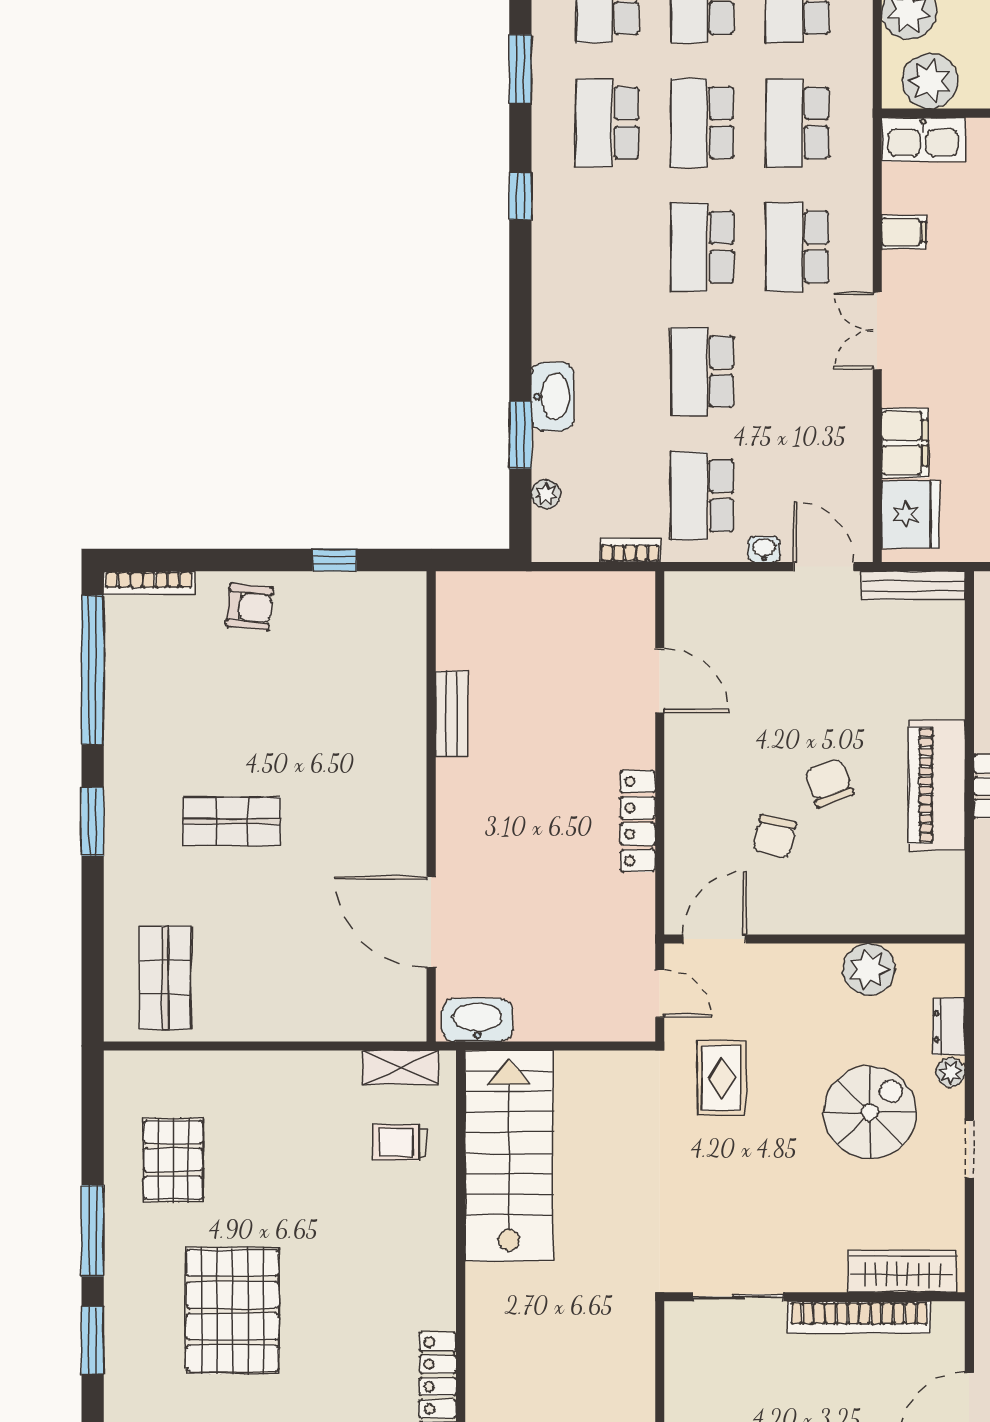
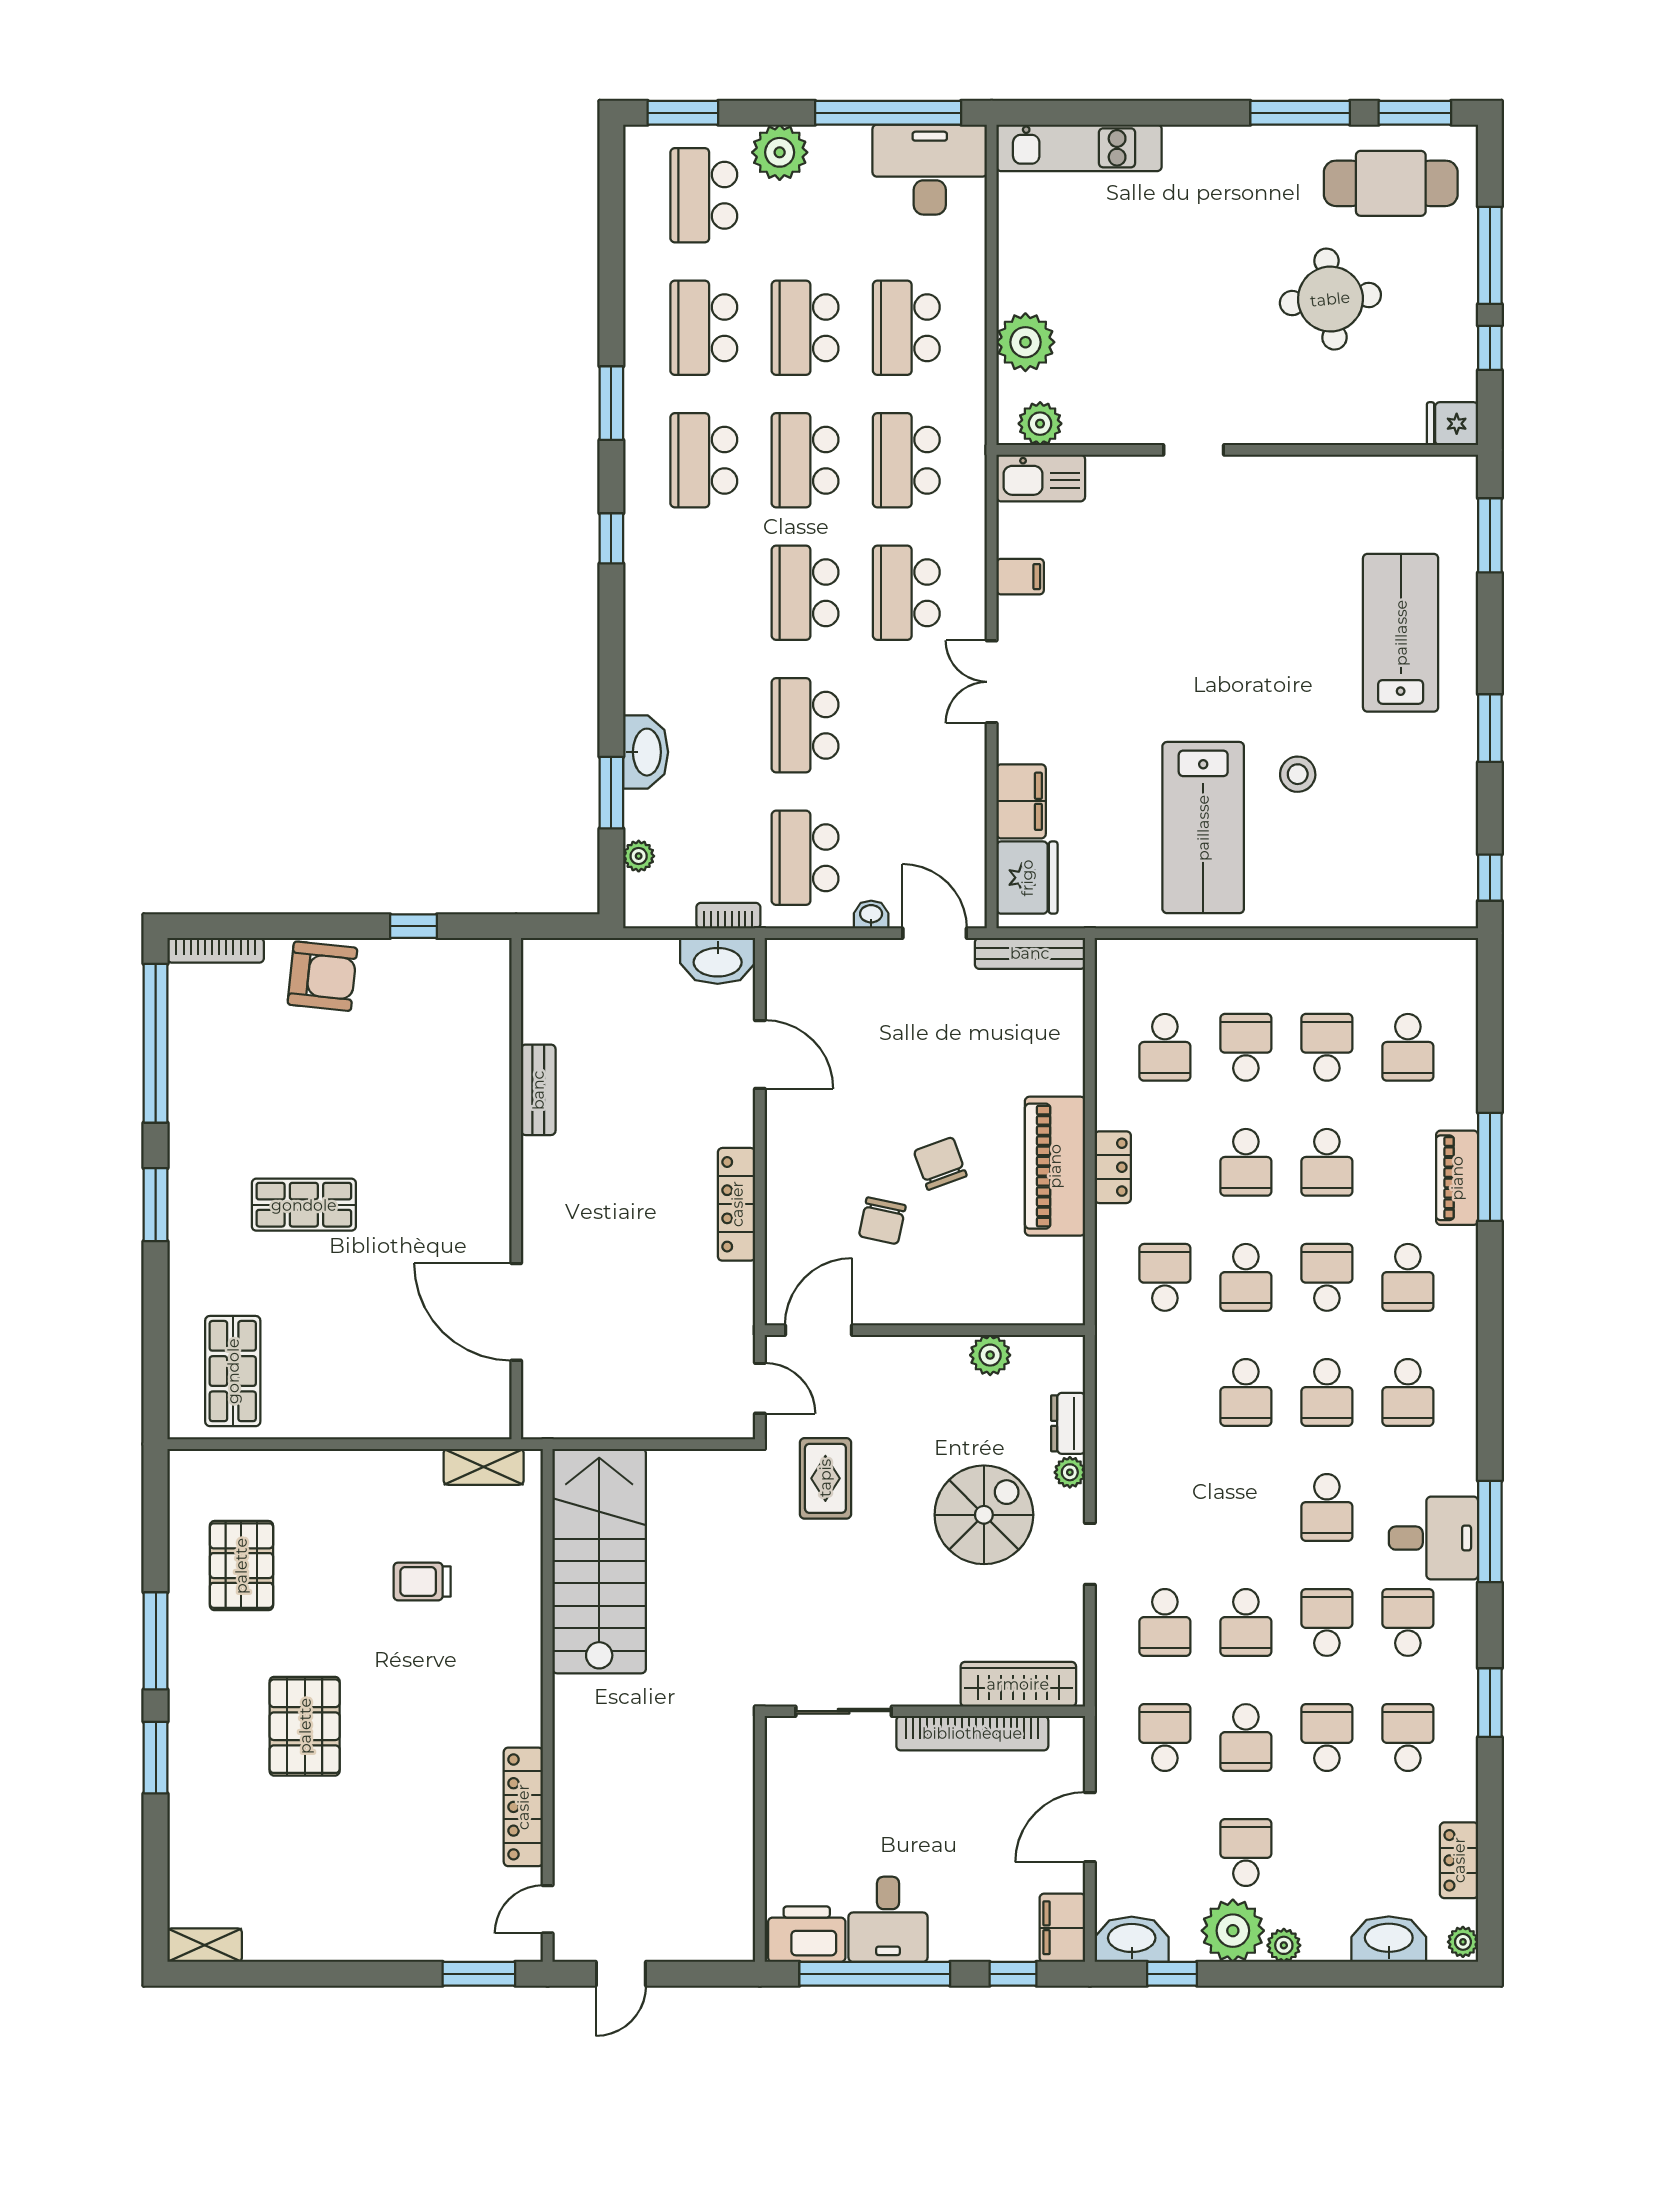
plant: (930, 81) -> (1040, 424), width x0.73, depth x0.73
armchair: (249, 607) -> (322, 976), width x1.38, depth x1.38
plant: (869, 969) -> (990, 1355), width x0.73, depth x0.73
washbasin: (477, 1020) -> (718, 961), moved, turned 180
trolley: (400, 1143) -> (422, 1581), moved
pallet: (232, 1311) -> (305, 1726), width x0.73, depth x0.71

